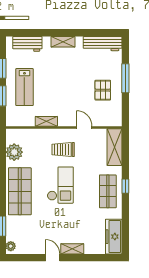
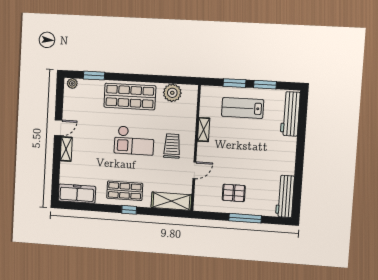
shelving: (63, 42) -> (290, 153), removed
workbench: (27, 44) -> (290, 114), width x1.38

